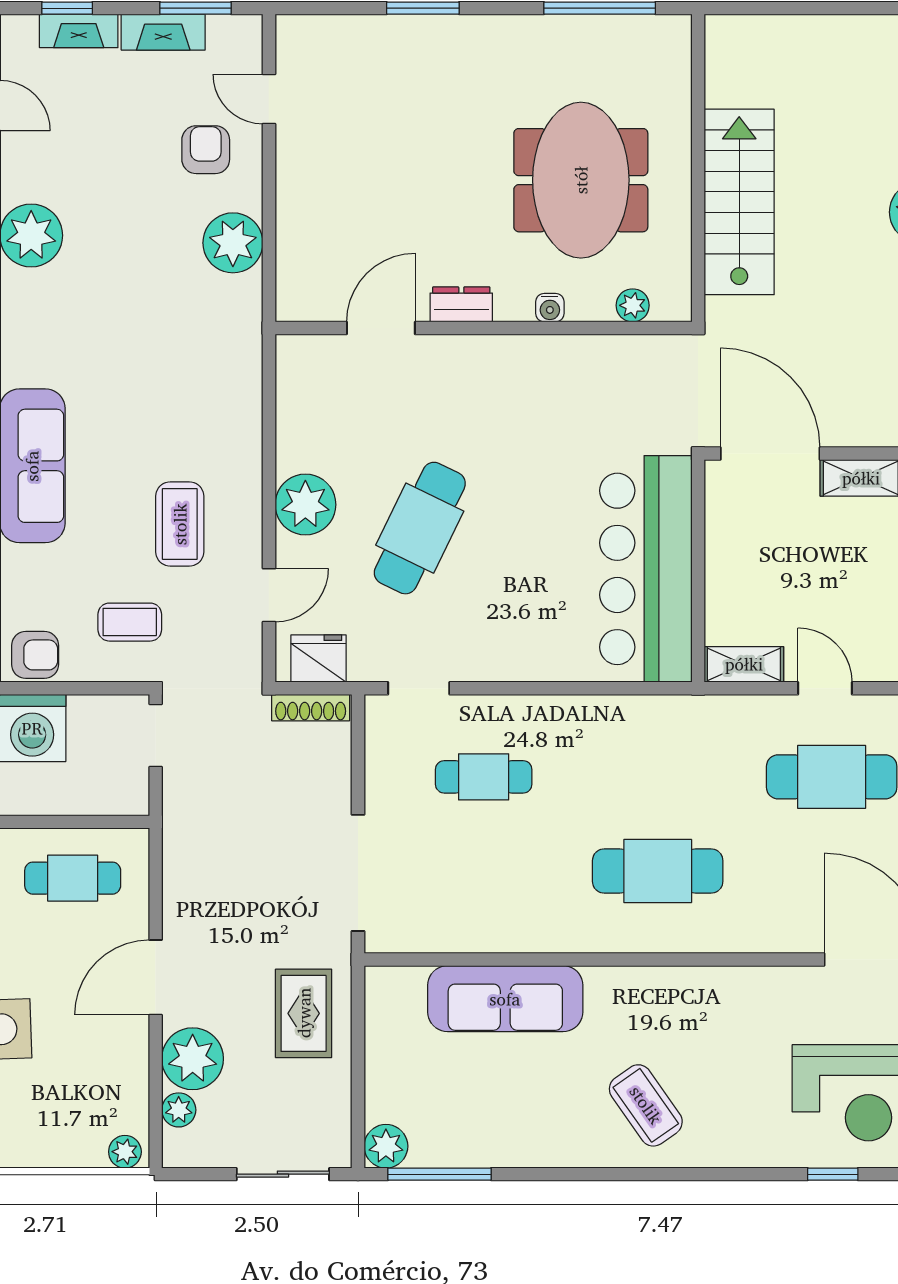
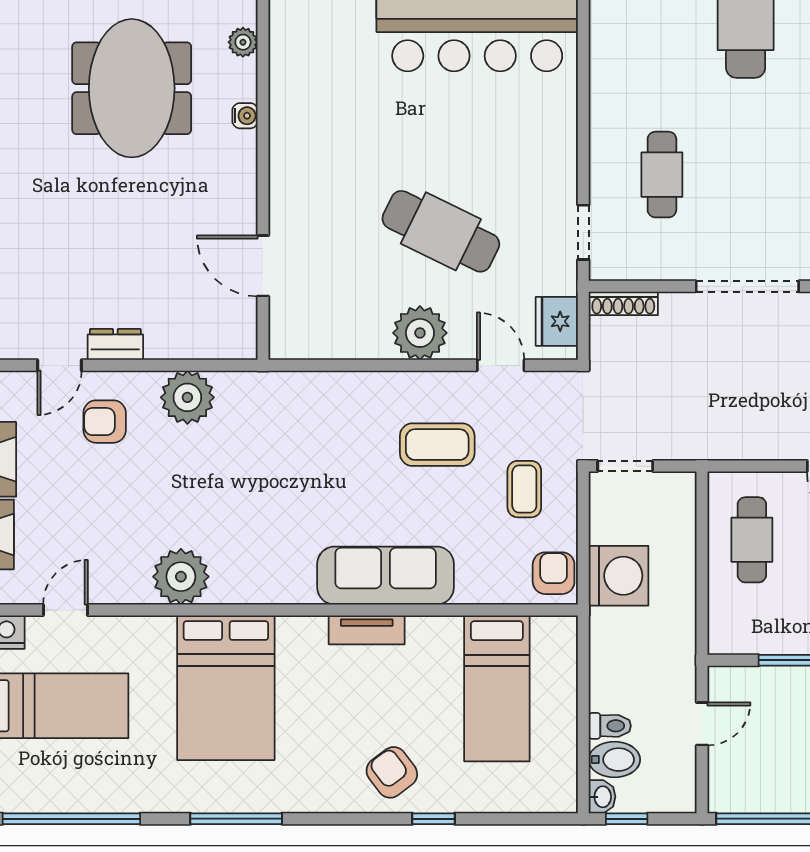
meeting table: (581, 180) -> (132, 88), turned 90
dresser: (461, 304) -> (115, 344), moved, turned 90
shoe rack: (311, 708) -> (623, 303), moved, turned 90

